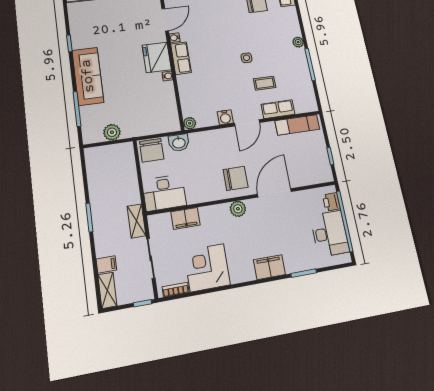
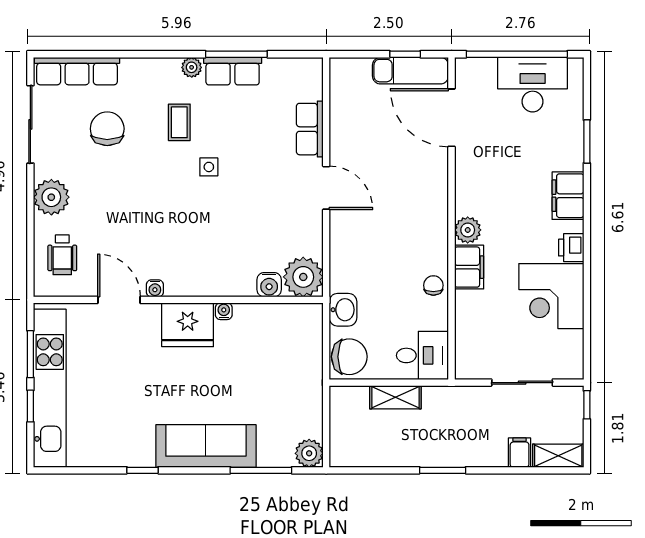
row of seats: (181, 58) -> (233, 71), moved, turned 180
coffee table: (265, 83) -> (179, 122), moved
water cooler: (225, 117) -> (269, 285), moved, turned 90
plant: (190, 123) -> (303, 277), width x1.88, depth x1.88
exam couch: (297, 125) -> (410, 71), moved, turned 90
plant: (112, 132) -> (309, 453), moved
chair: (236, 178) -> (433, 285), moved, width x0.54, depth x0.54
desk: (164, 193) -> (422, 355), width x0.73
door: (274, 193) -> (452, 118), moved
printer: (331, 202) -> (571, 248), moved, turned 90
filing cabinet: (185, 218) -> (469, 267), moved
shelving: (136, 221) -> (395, 397), moved
bookcase: (176, 290) -> (576, 351), removed

